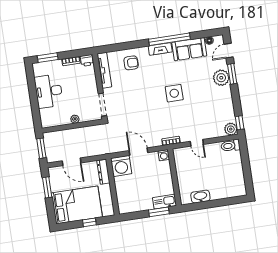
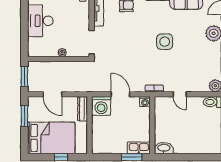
washbasin: (200, 197) -> (164, 148), moved

